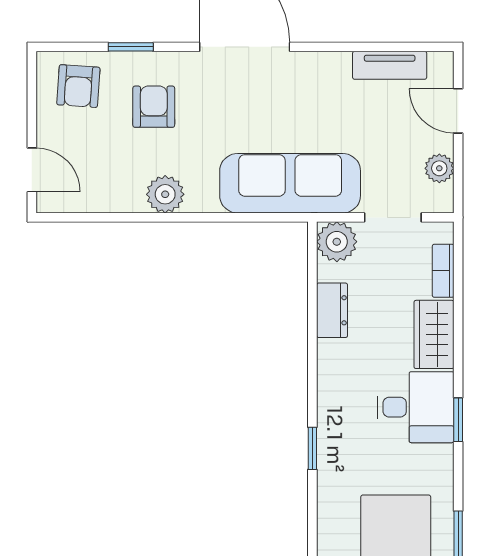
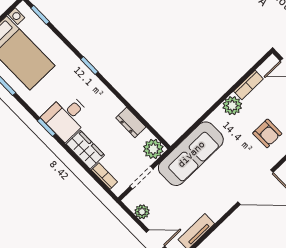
bookcase: (114, 201) -> (248, 85), added

